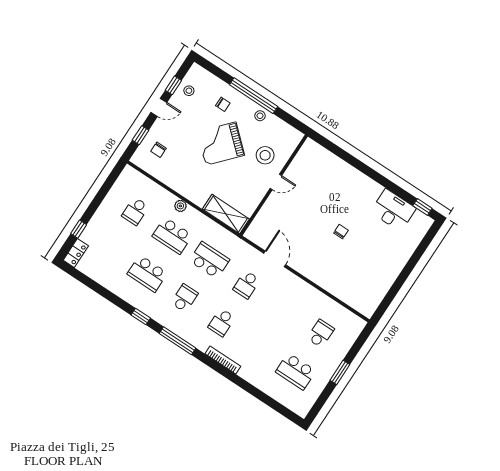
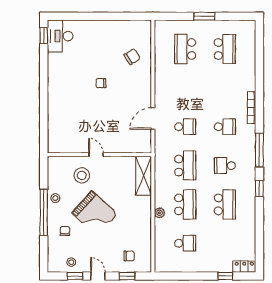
desk: (393, 210) -> (60, 36), moved
school desk: (209, 260) -> (185, 166), turned 180
chair: (347, 278) -> (132, 57), added
school desk: (321, 334) -> (185, 49), width x1.85

